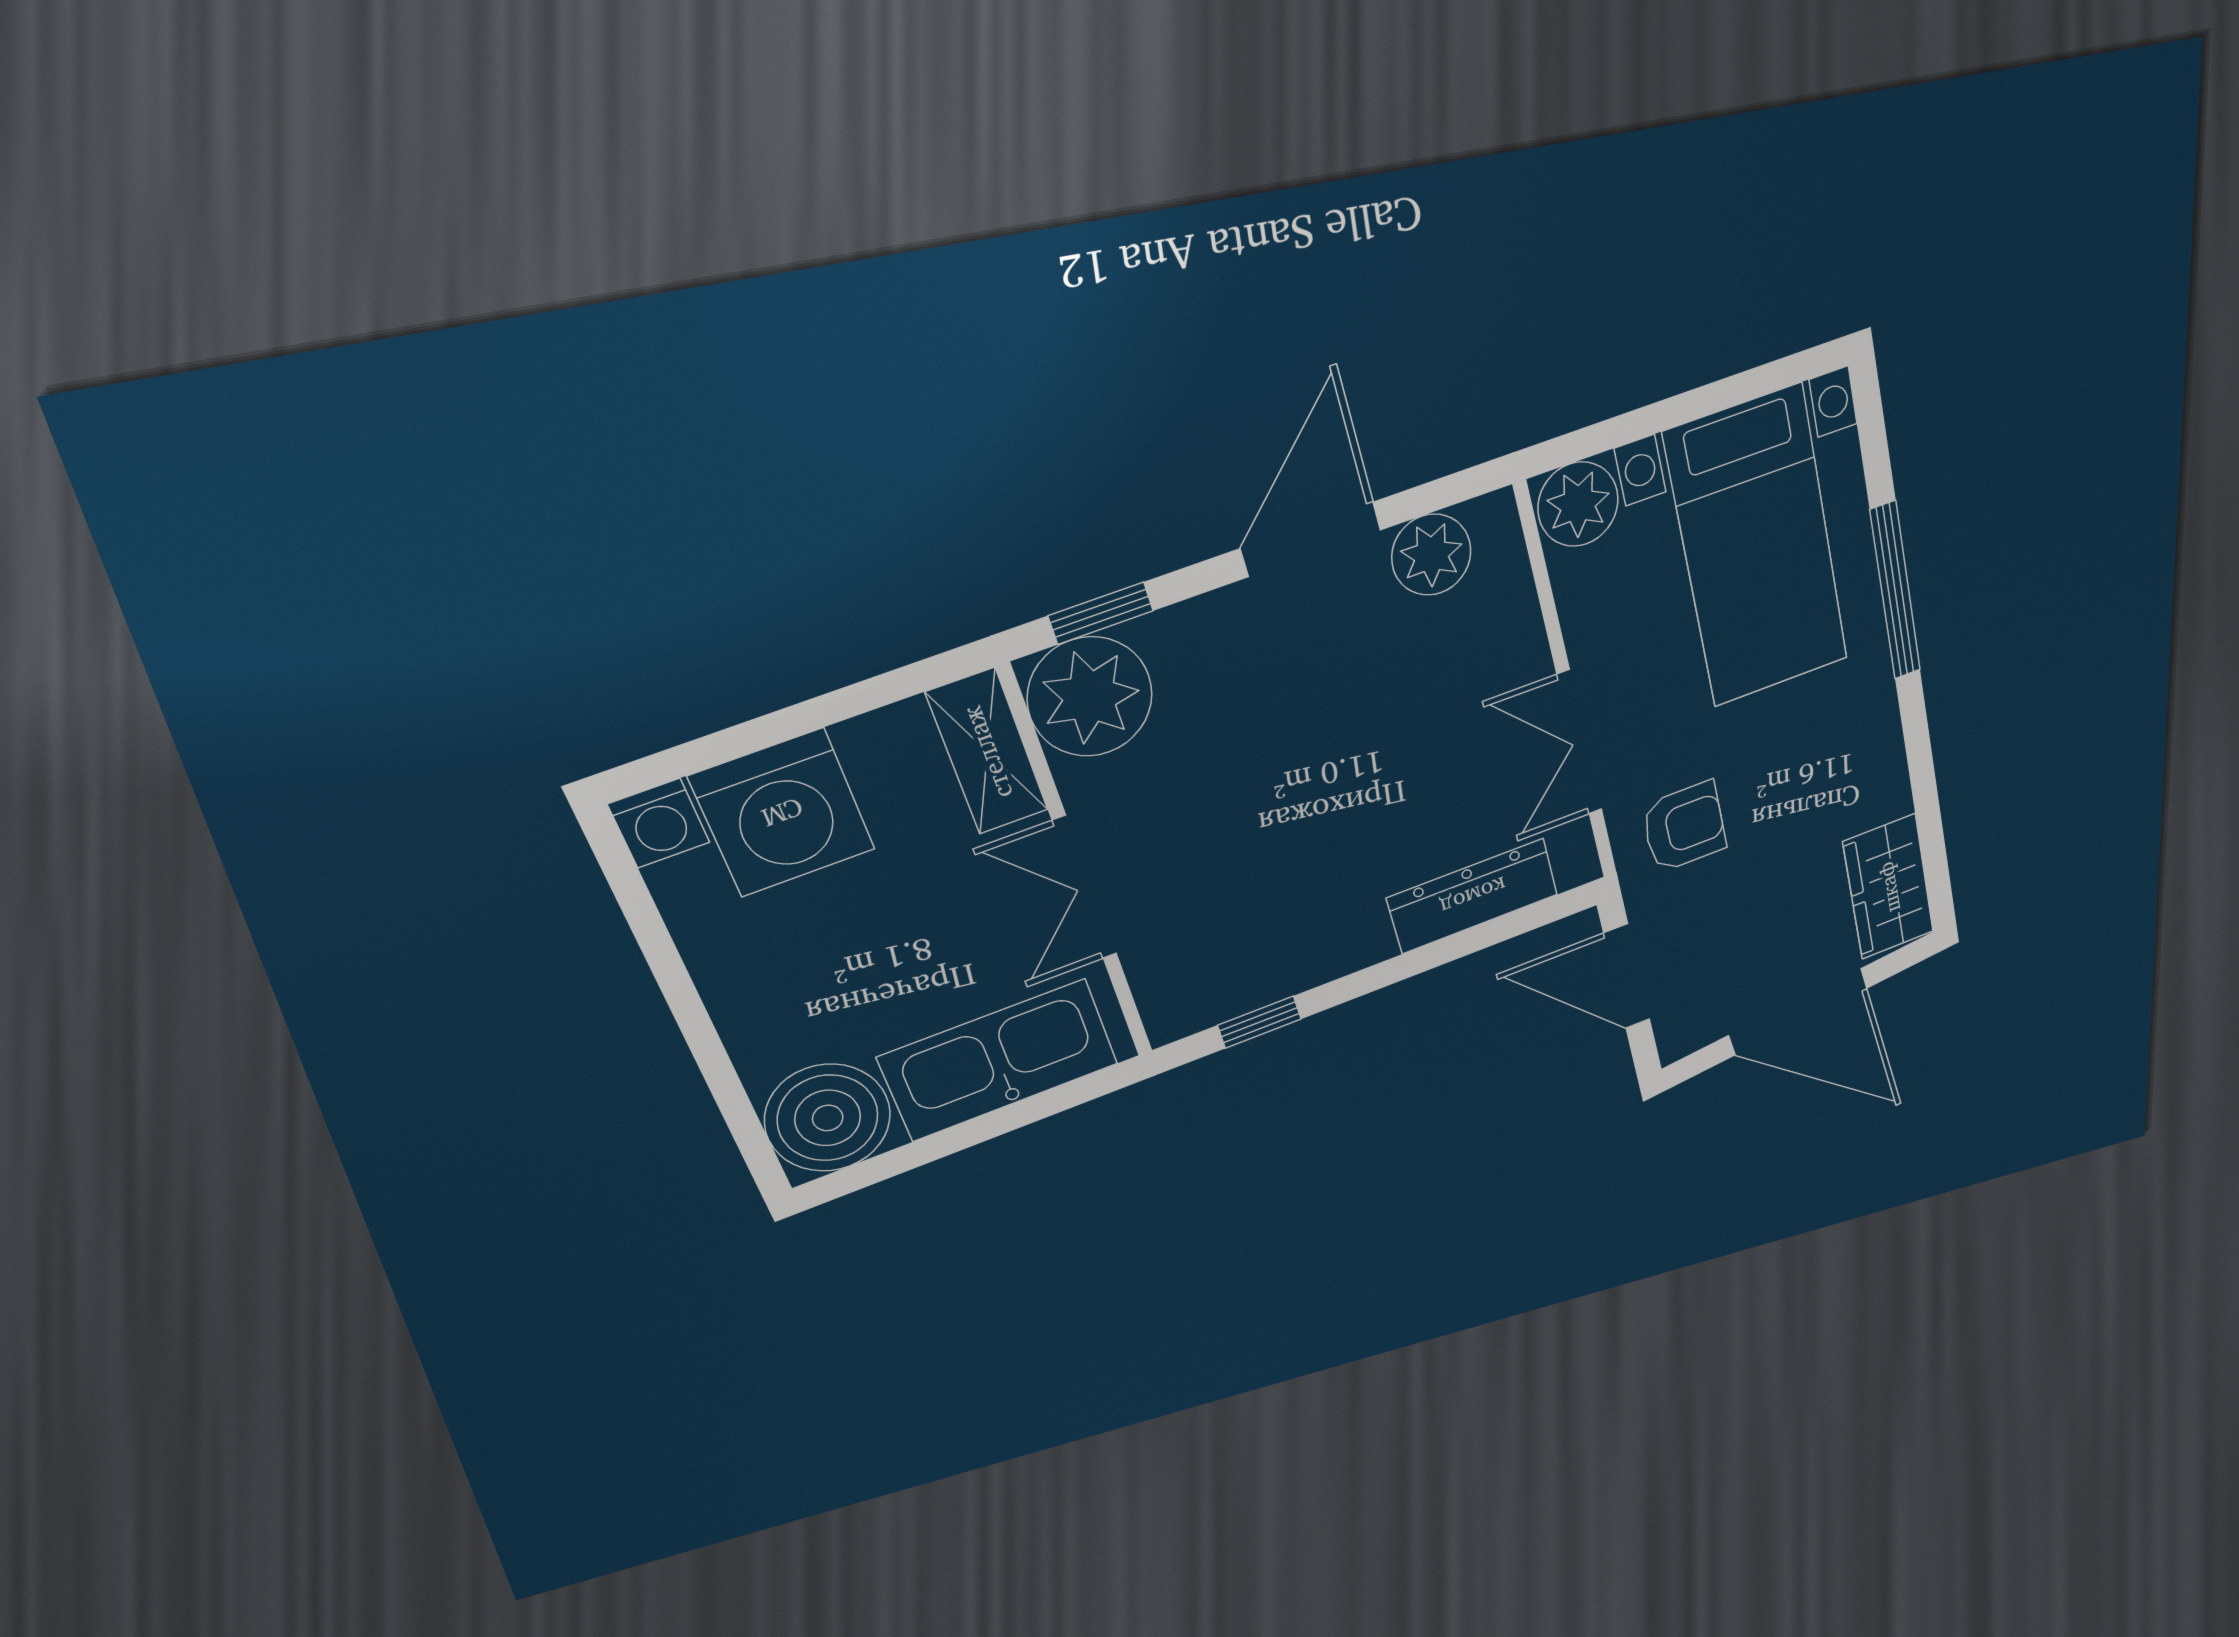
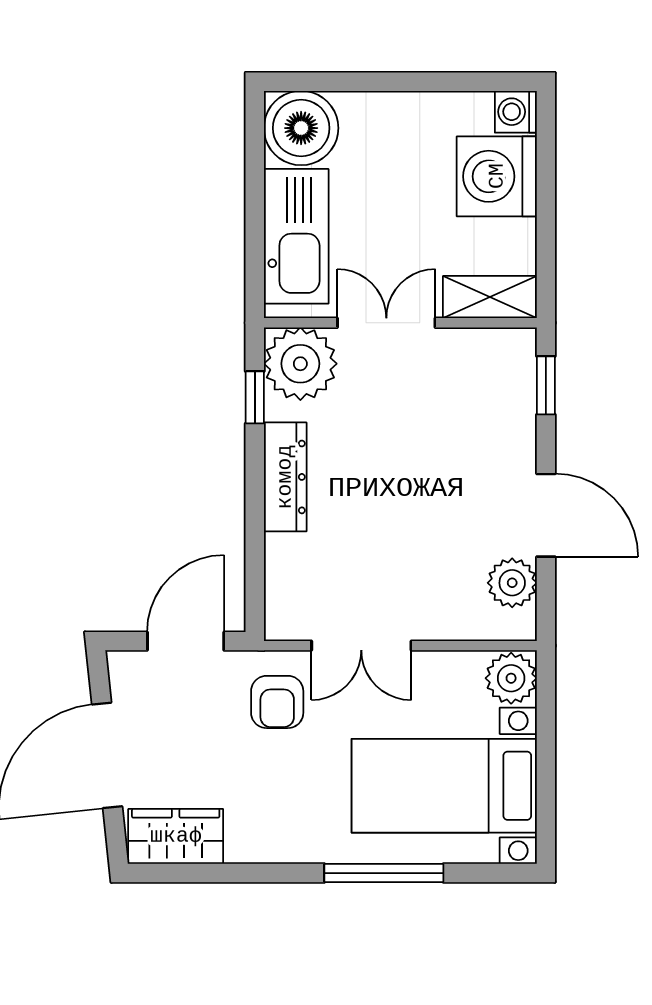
plant: (1090, 697) -> (300, 364), moved
double door: (1580, 743) -> (361, 646), swing flipped
dresser: (1473, 896) -> (285, 477), moved

